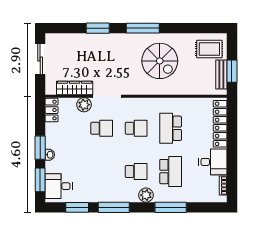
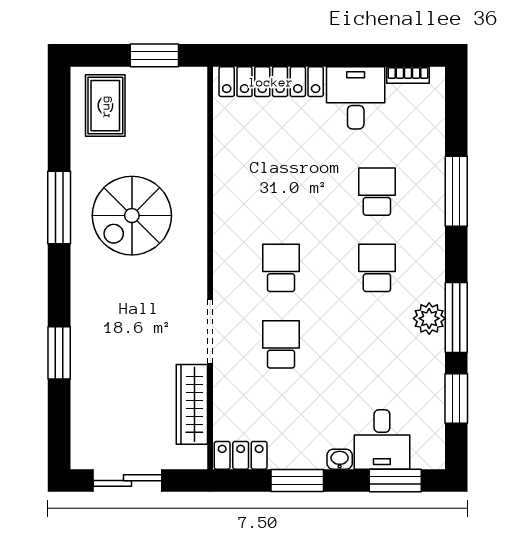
window: (143, 28) -> (59, 208), moved
spiral stairs: (160, 61) -> (132, 216), turned 180
bench: (221, 75) -> (162, 79), removed
plant: (84, 105) -> (229, 384), removed
school desk: (171, 128) -> (281, 192), removed
window: (40, 148) -> (297, 481), moved
school desk: (171, 172) -> (377, 192), width x0.54
desk: (59, 186) -> (382, 440), moved
plant: (146, 195) -> (429, 318), moved

